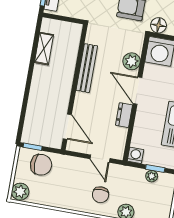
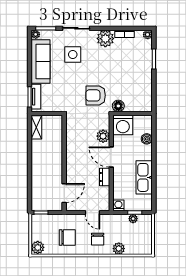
shelving: (44, 49) -> (36, 127), moved
bench: (87, 68) -> (71, 147), removed
door: (67, 127) -> (64, 193), hinge flipped
chair: (41, 165) -> (67, 237), moved

